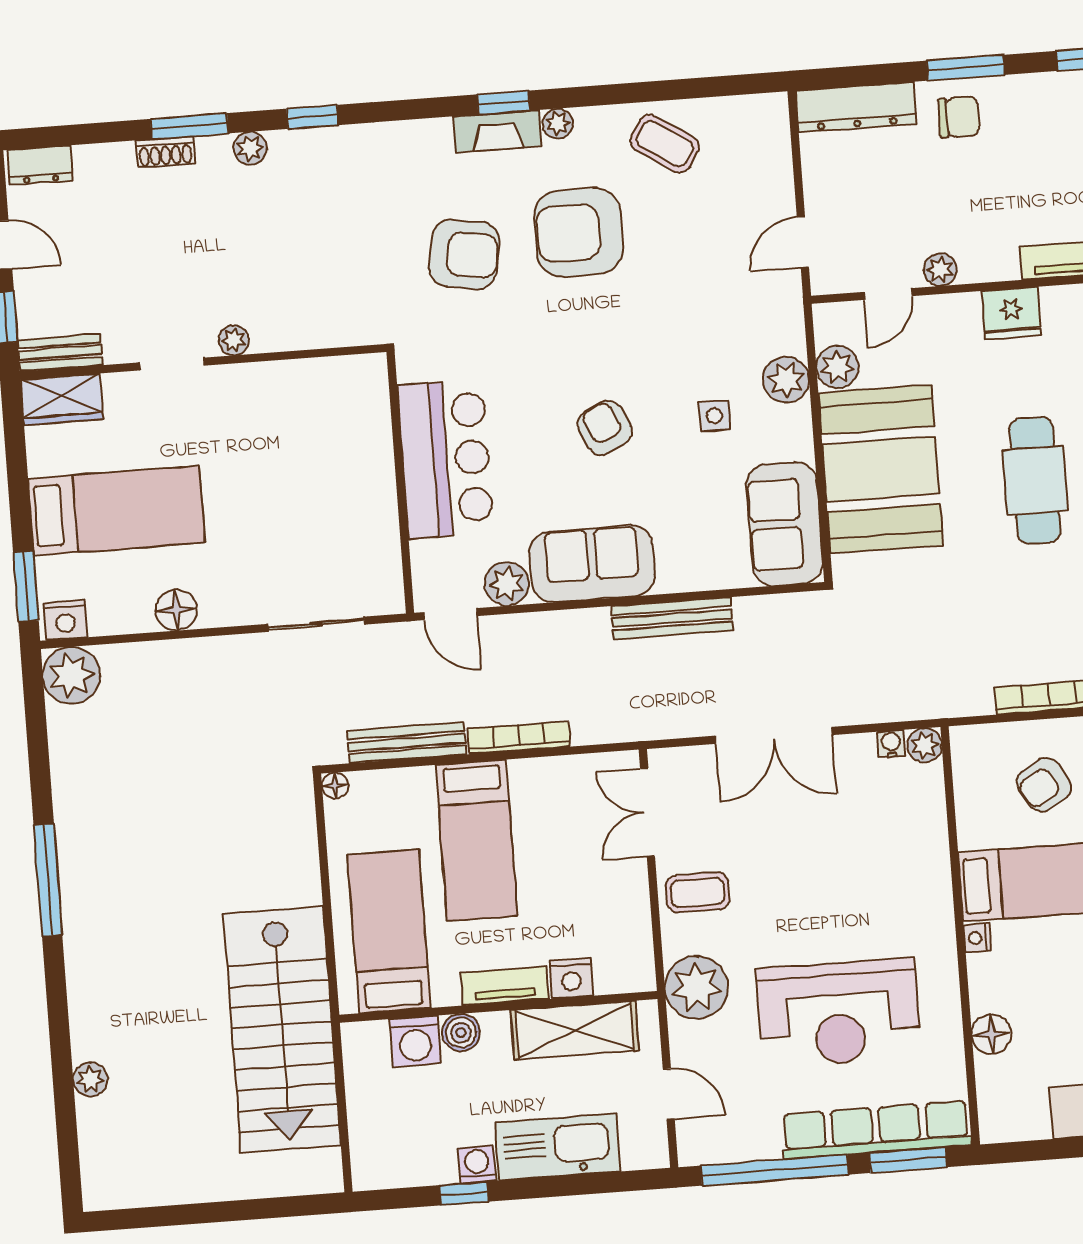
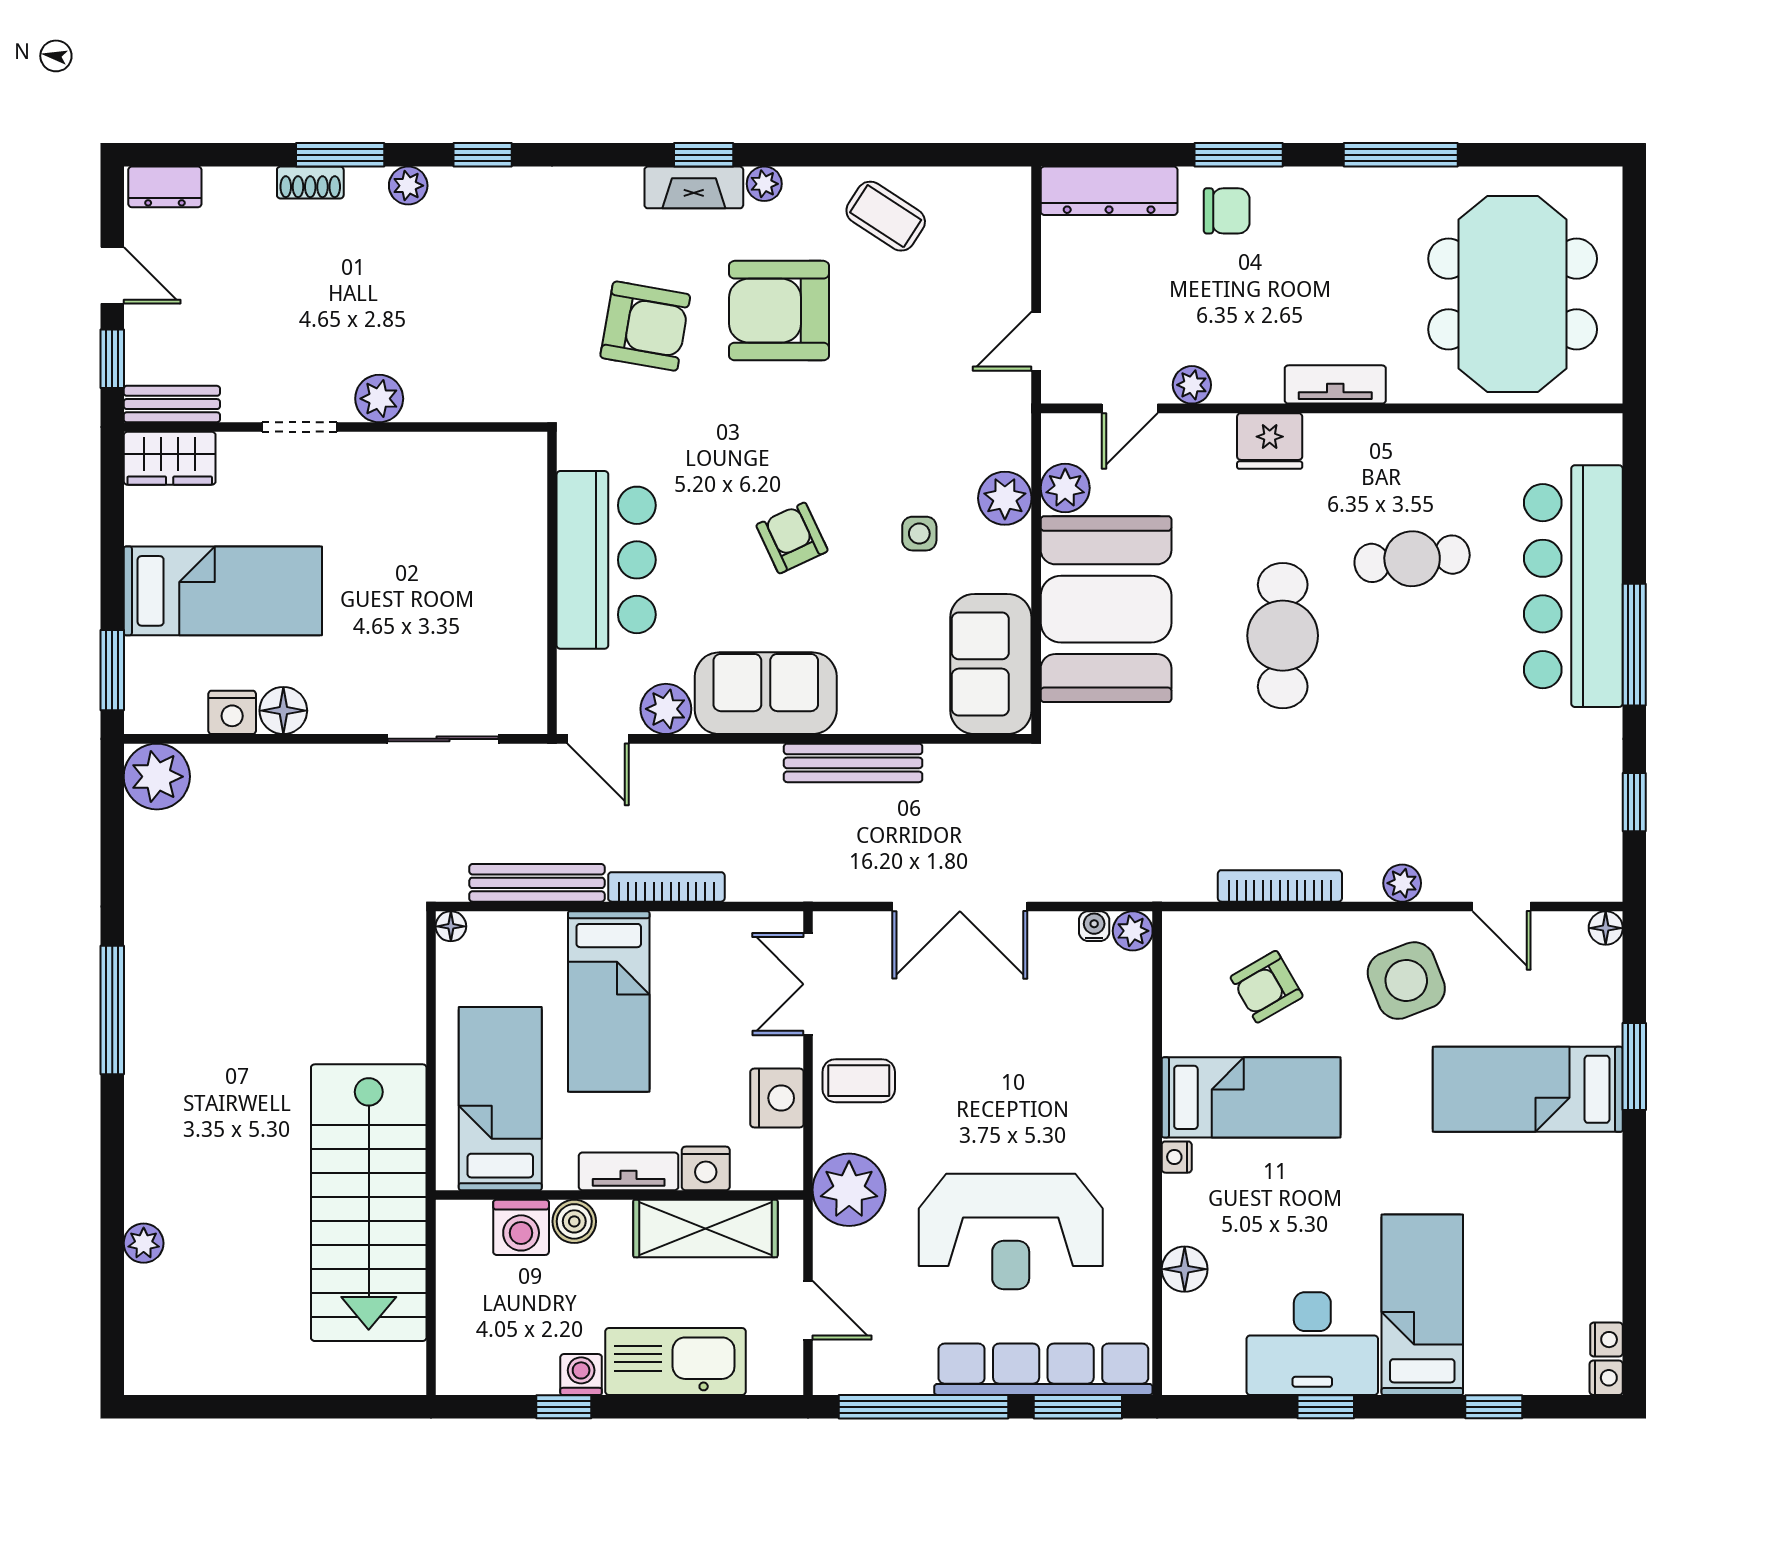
plant: (234, 340) -> (379, 399), width x1.38, depth x1.38
nightstand: (66, 620) -> (232, 712), moved
nightstand: (628, 913) -> (777, 1098), added

